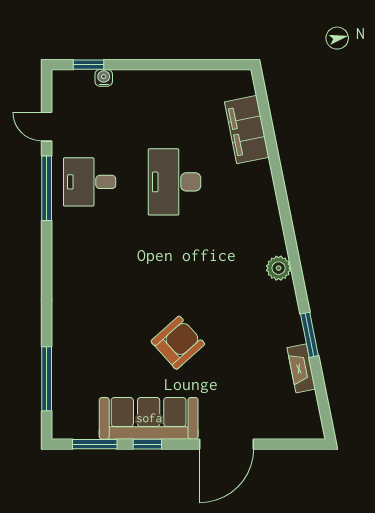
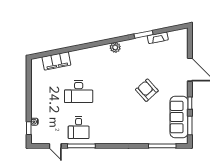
door: (47, 127) -> (55, 146), hinge flipped
sofa: (149, 418) -> (179, 117), moved

